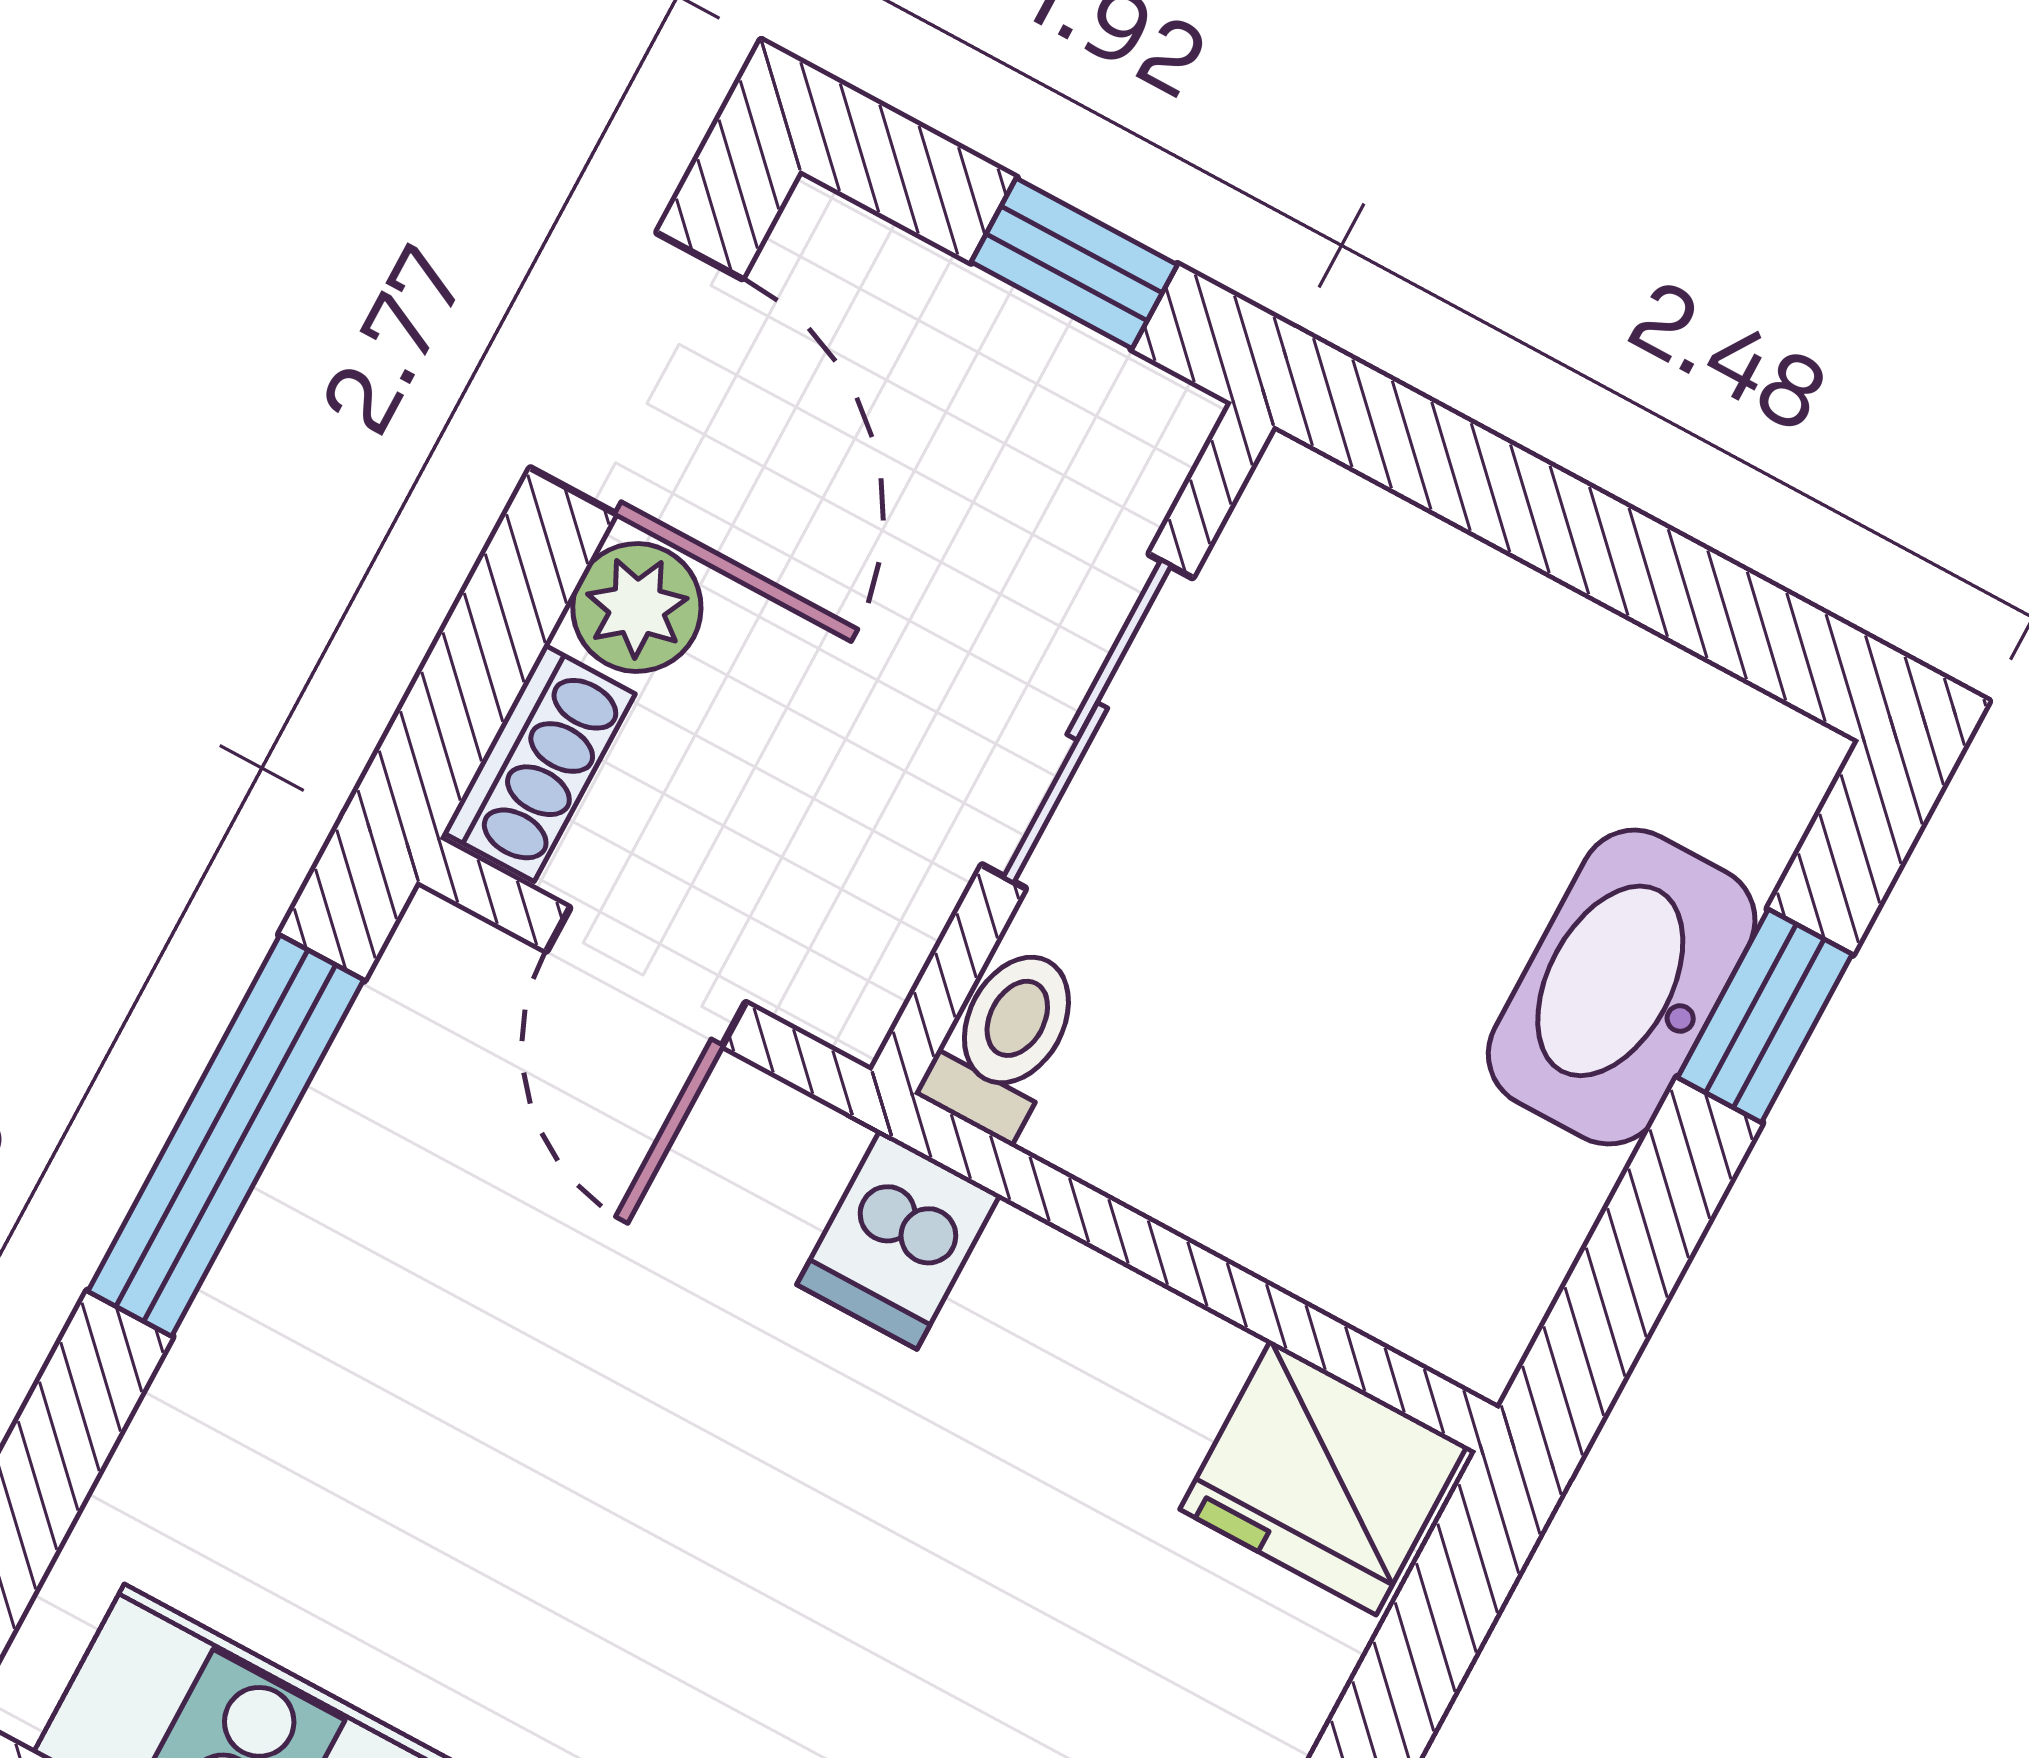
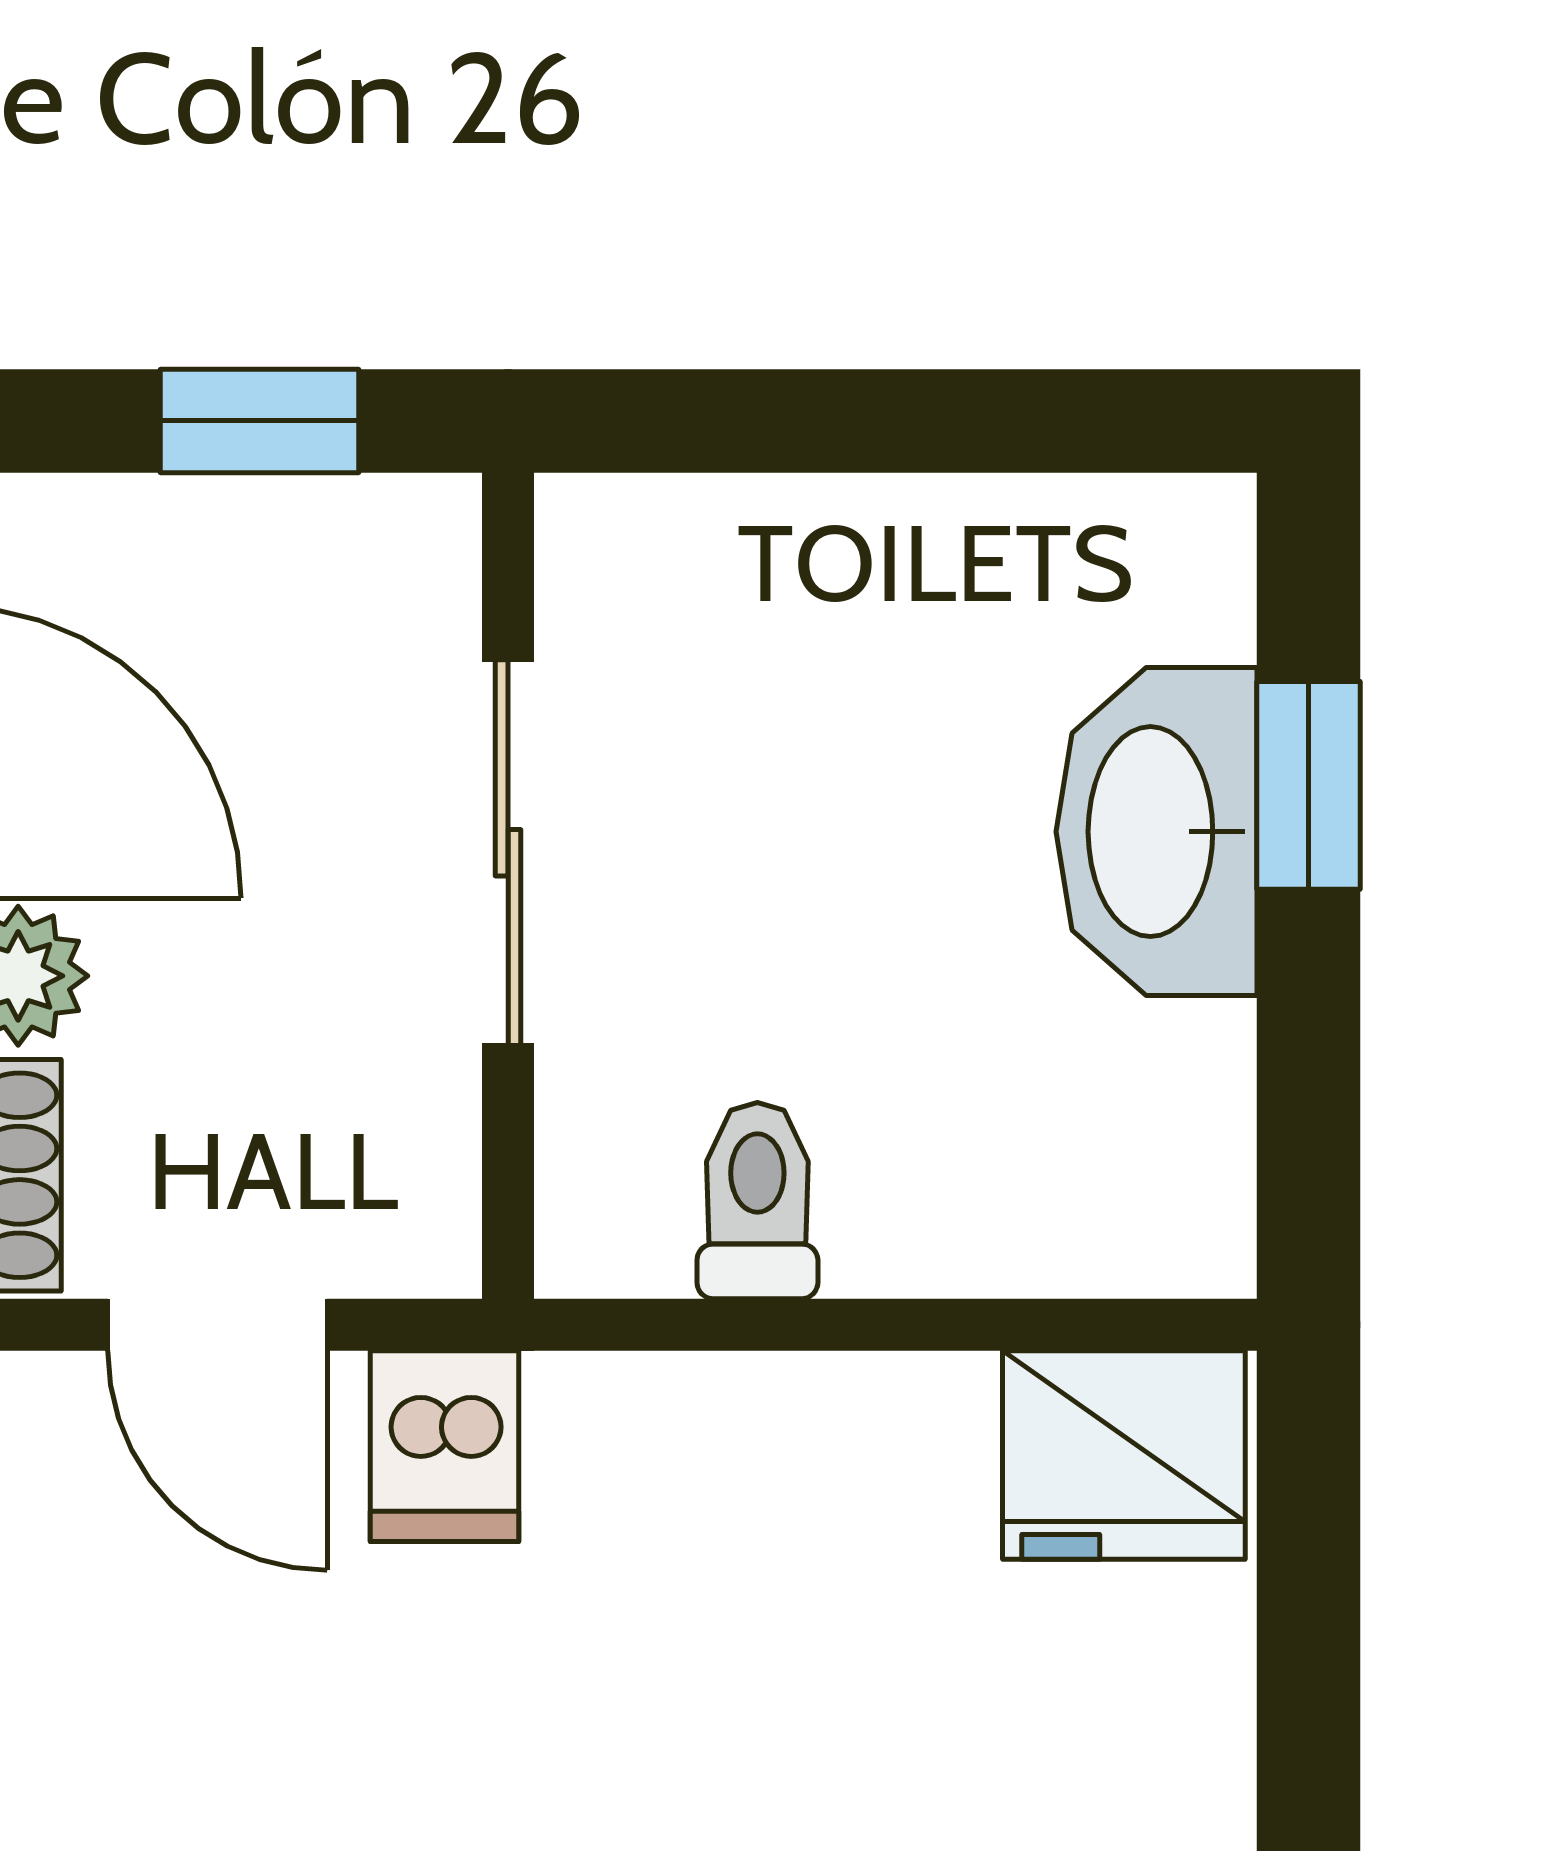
toilet: (1005, 1041) -> (757, 1201), moved
dishwasher: (898, 1240) -> (445, 1446), moved

